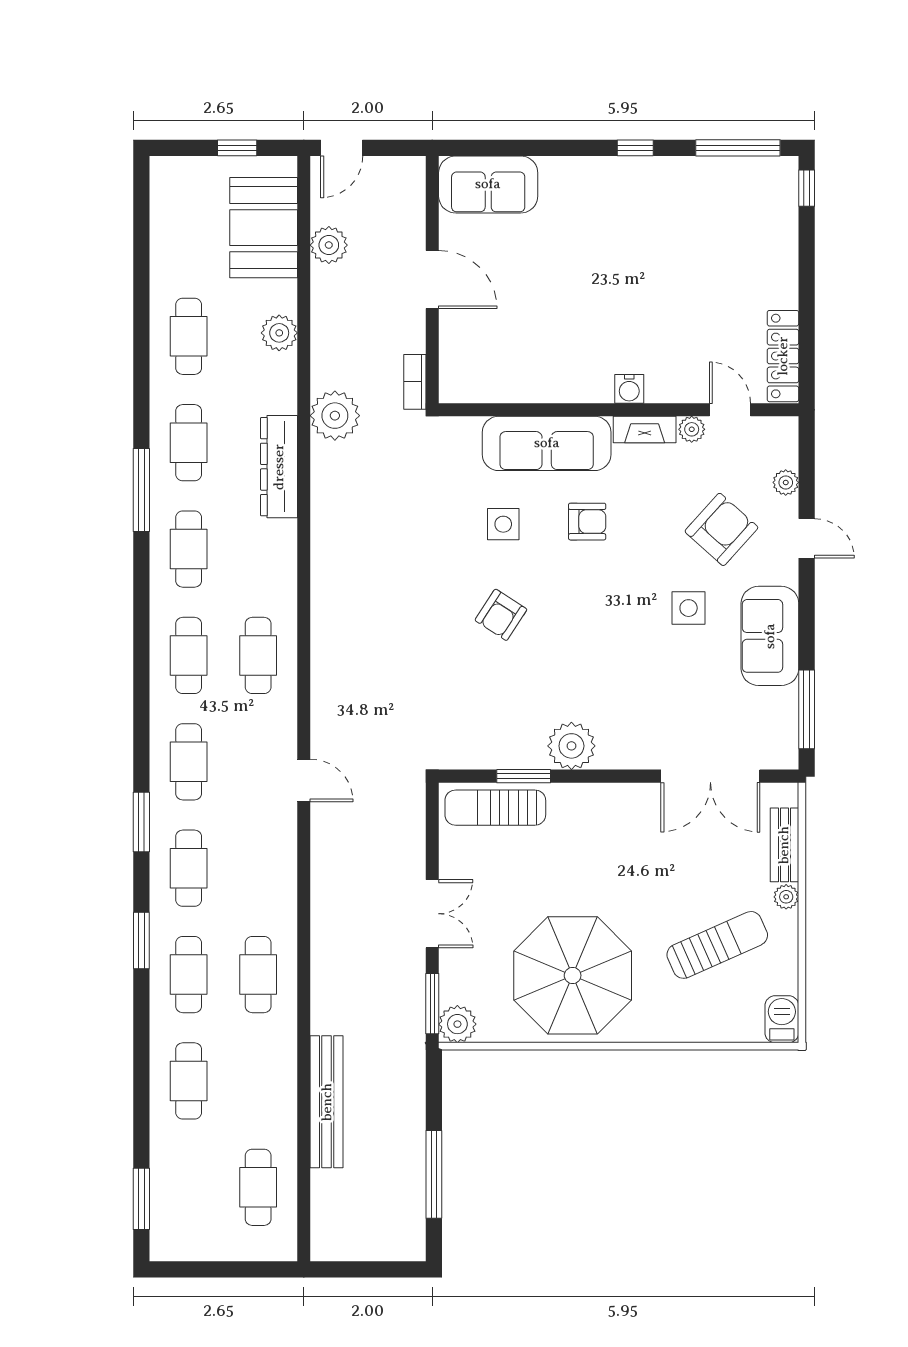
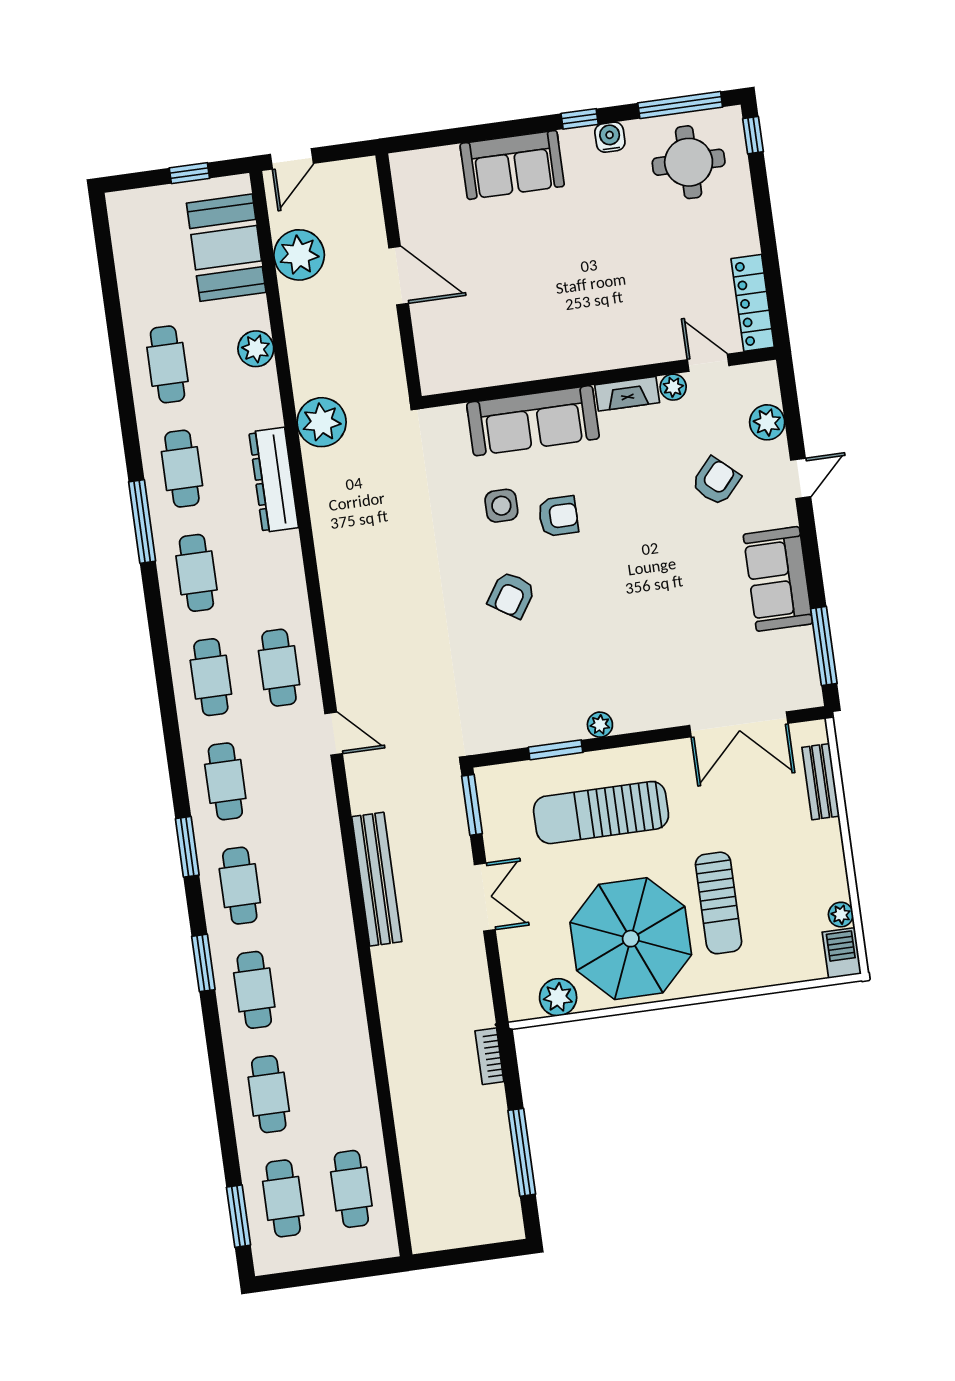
sofa: (488, 184) -> (512, 165), moved
round table: (738, 206) -> (689, 162), added
plant: (329, 245) -> (299, 255), width x1.36, depth x1.36
bookcase: (415, 382) -> (489, 1056), moved
water cooler: (629, 389) -> (610, 137), moved, turned 180
plant: (786, 482) -> (767, 422), width x1.38, depth x1.38
armchair: (587, 522) -> (558, 516), moved
armchair: (721, 529) -> (716, 481), width x0.72, depth x0.72
door: (807, 538) -> (801, 478), hinge flipped
side table: (689, 608) -> (694, 563), removed
plant: (571, 746) -> (600, 725), width x0.53, depth x0.53
door: (304, 780) -> (334, 734), moved
sun lounger: (495, 808) -> (601, 813), moved, width x1.36, depth x1.34
plant: (786, 897) -> (841, 915), moved
sun lounger: (717, 945) -> (719, 903), moved, turned 114
cafe table: (258, 975) -> (283, 1198), moved
window: (432, 1004) -> (472, 805), moved
plant: (457, 1024) -> (558, 997), moved
bench: (327, 1102) -> (377, 879), moved

